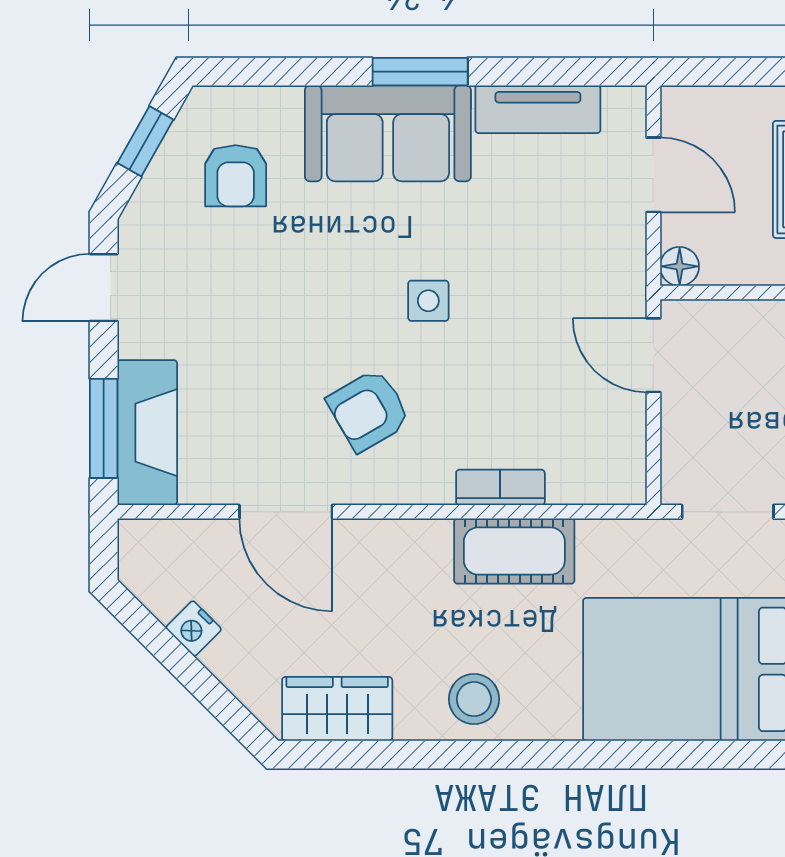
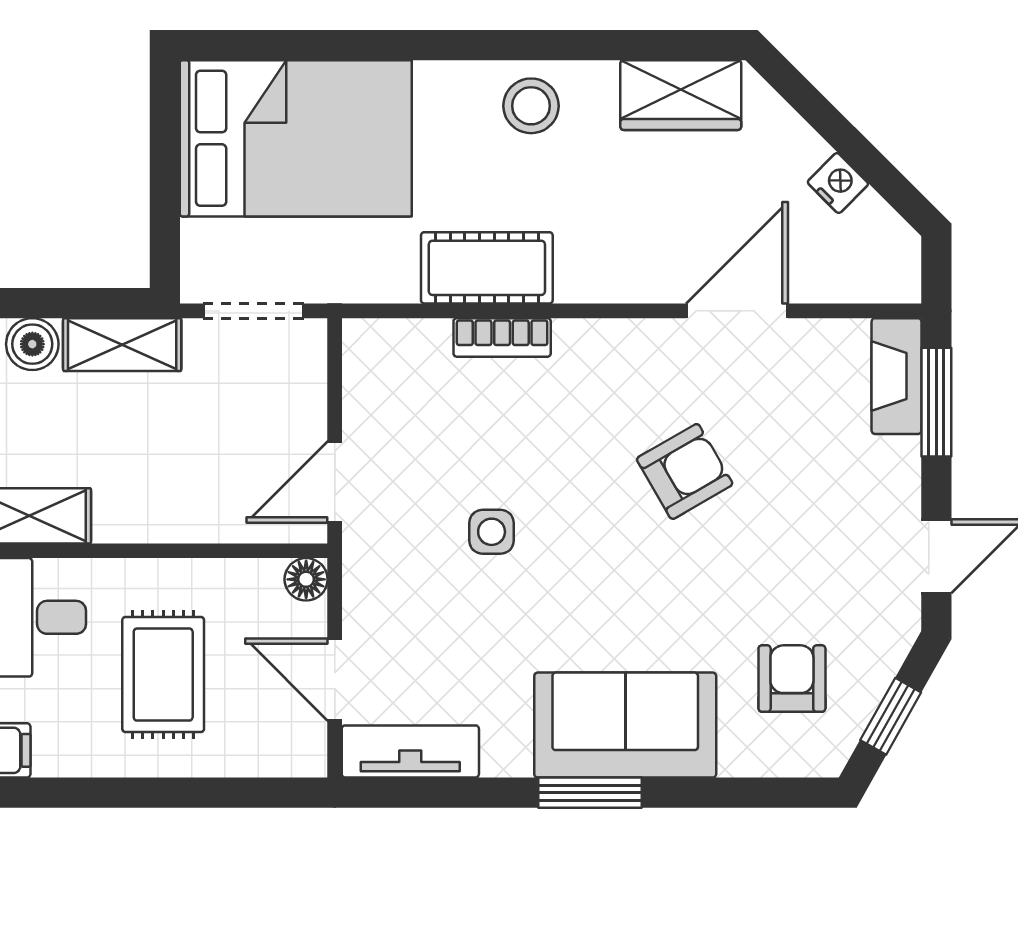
tv unit: (538, 109) -> (410, 751), moved
side table: (428, 301) -> (492, 532), moved
door: (653, 355) -> (335, 482), swing flipped
armchair: (369, 410) -> (685, 471), moved
fireplace: (147, 433) -> (897, 376), width x0.73, depth x0.76
door: (286, 512) -> (737, 311), hinge flipped

